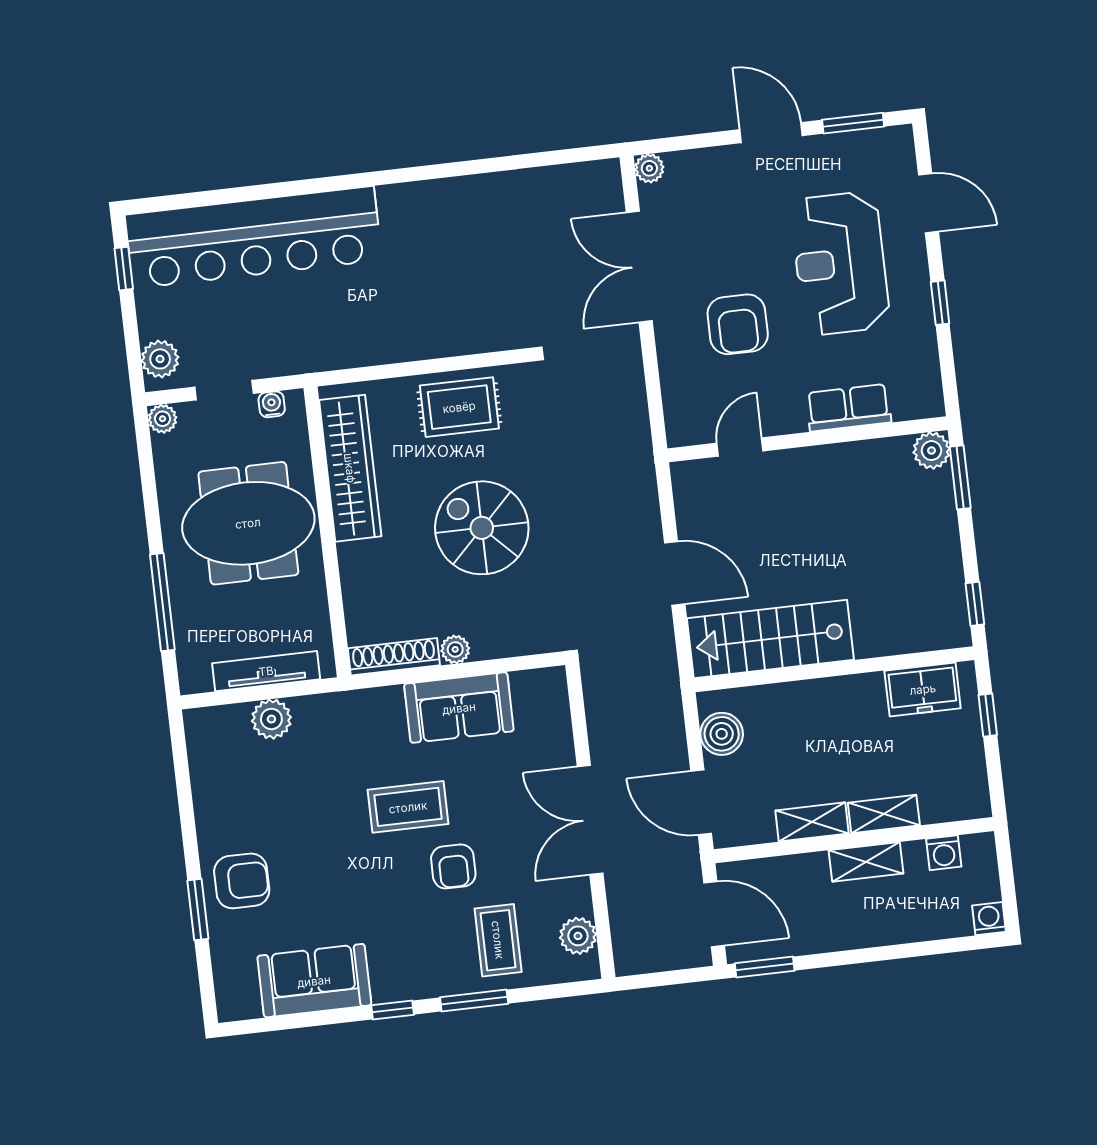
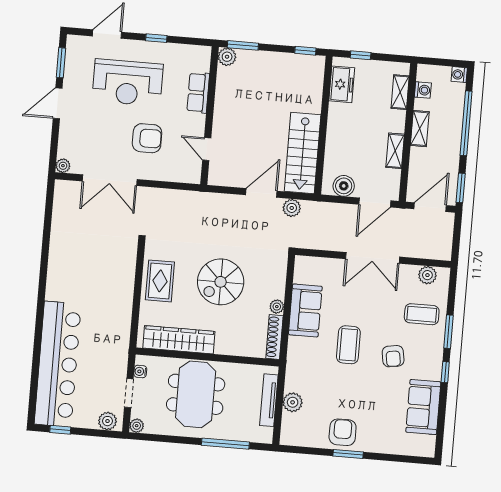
plant: (657, 640) -> (292, 208), added
shelving: (884, 814) -> (400, 92), moved
armchair: (453, 866) -> (393, 356), moved, turned 81
armchair: (242, 881) -> (343, 432), moved
window: (198, 910) -> (348, 454), moved
window: (895, 952) -> (466, 123), added

